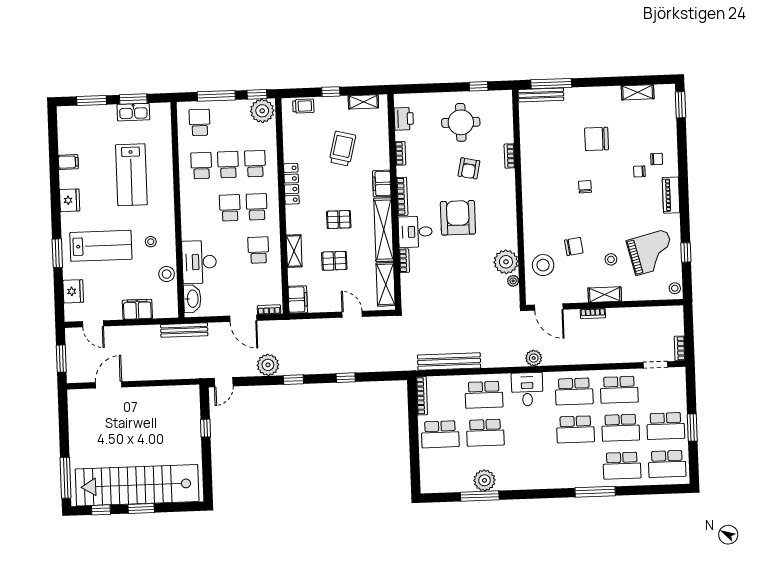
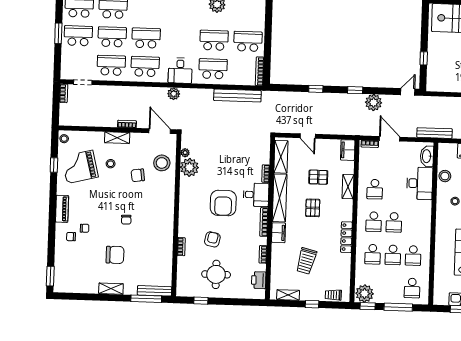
shelving: (638, 92) -> (111, 289), moved
pallet: (339, 220) -> (313, 208), turned 90

